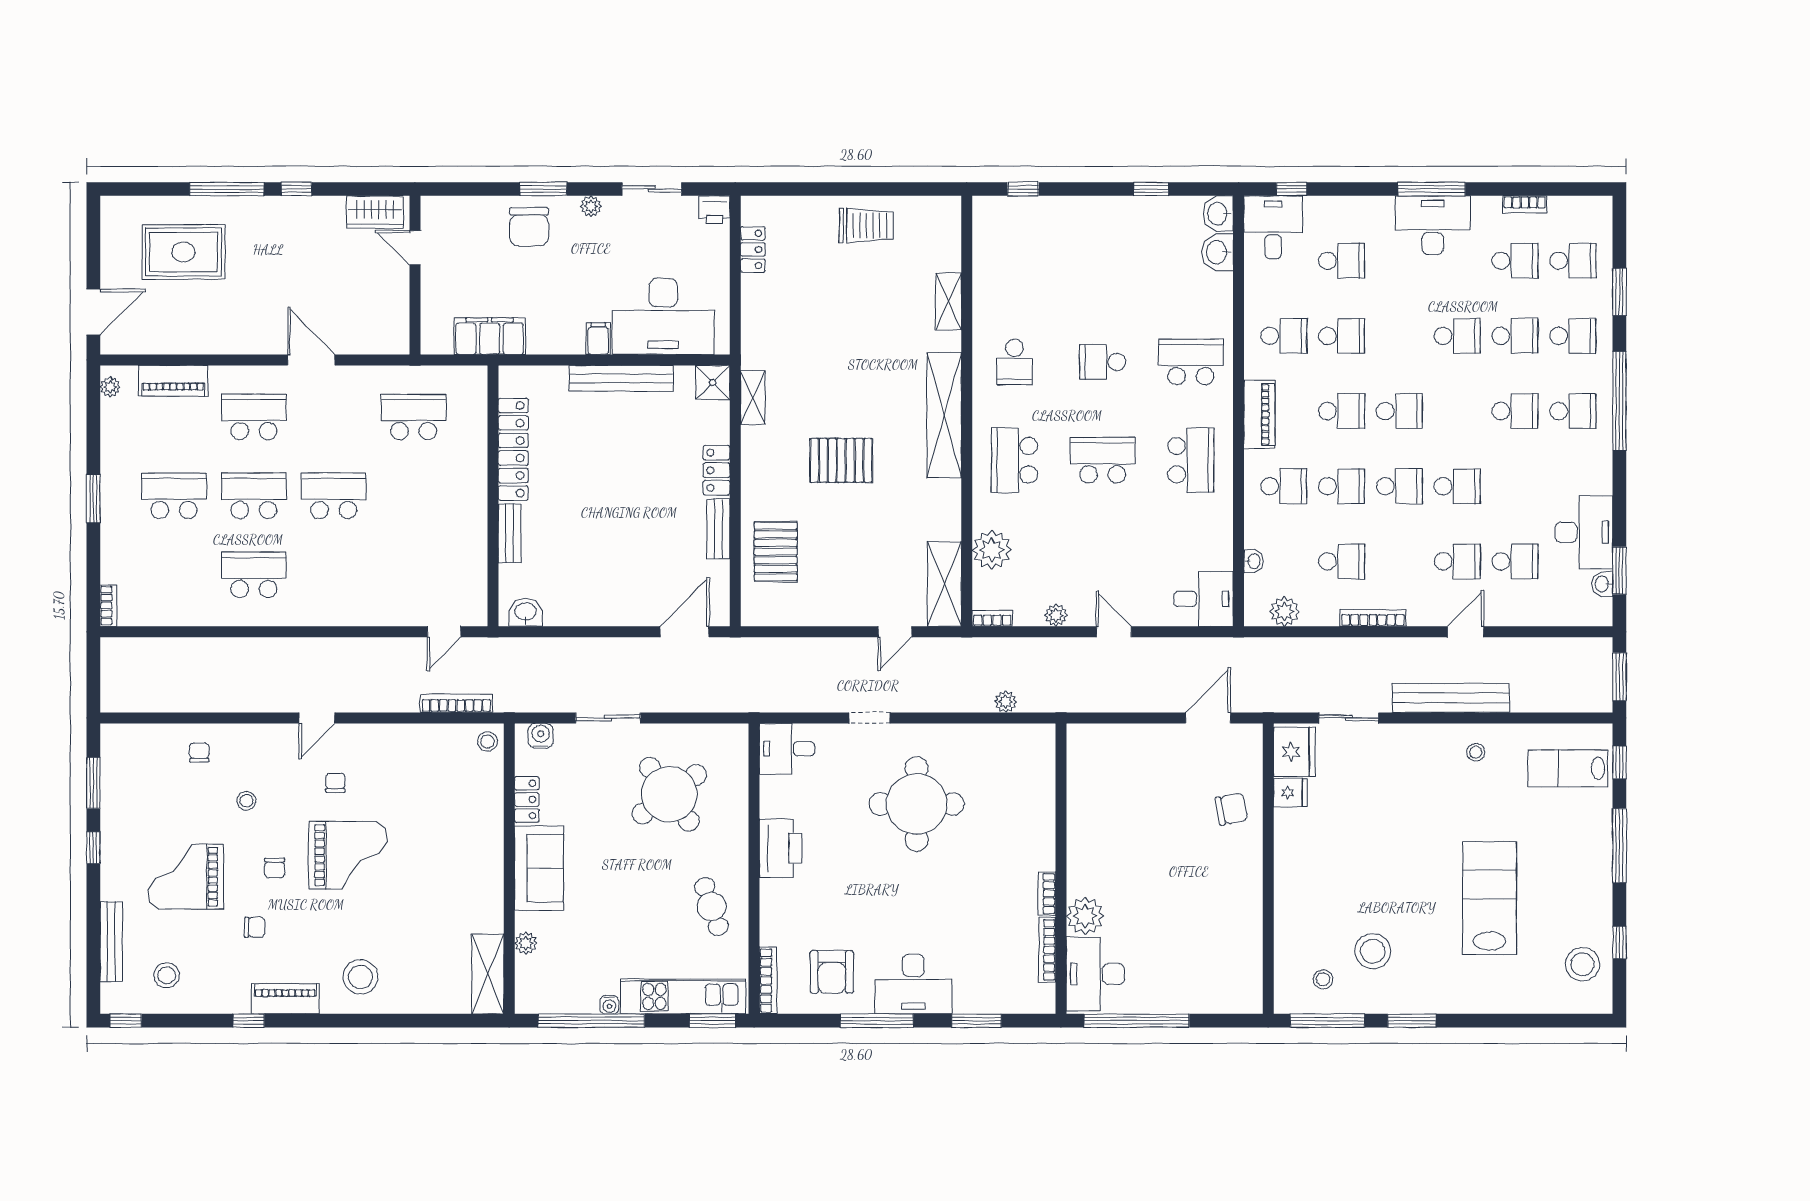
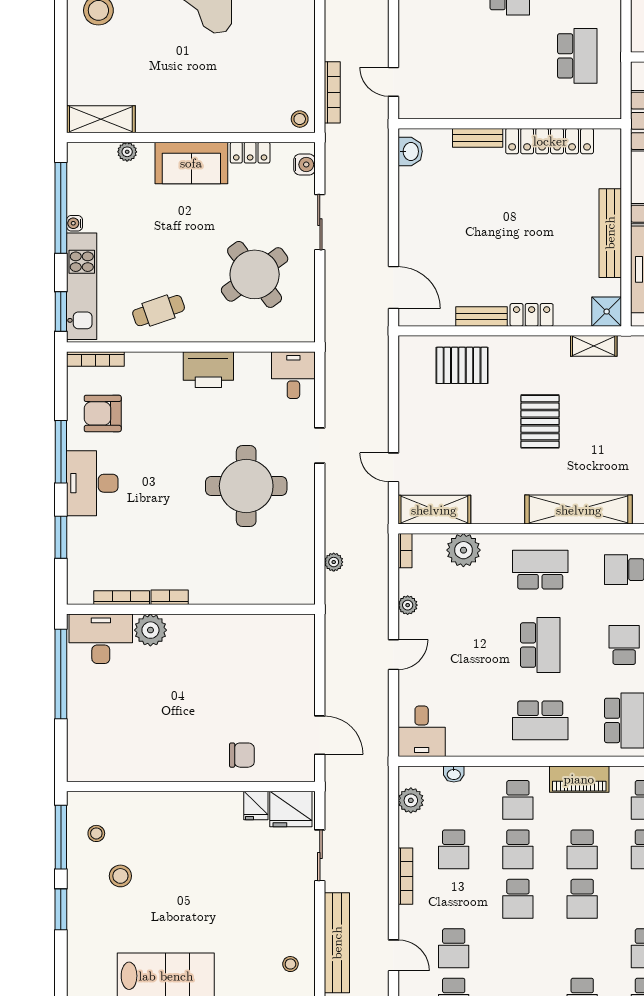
school desk: (1457, 486) -> (518, 948), removed
chair: (1231, 809) -> (242, 755), turned -79
stool: (1373, 951) -> (120, 876), width x0.73, depth x0.73

